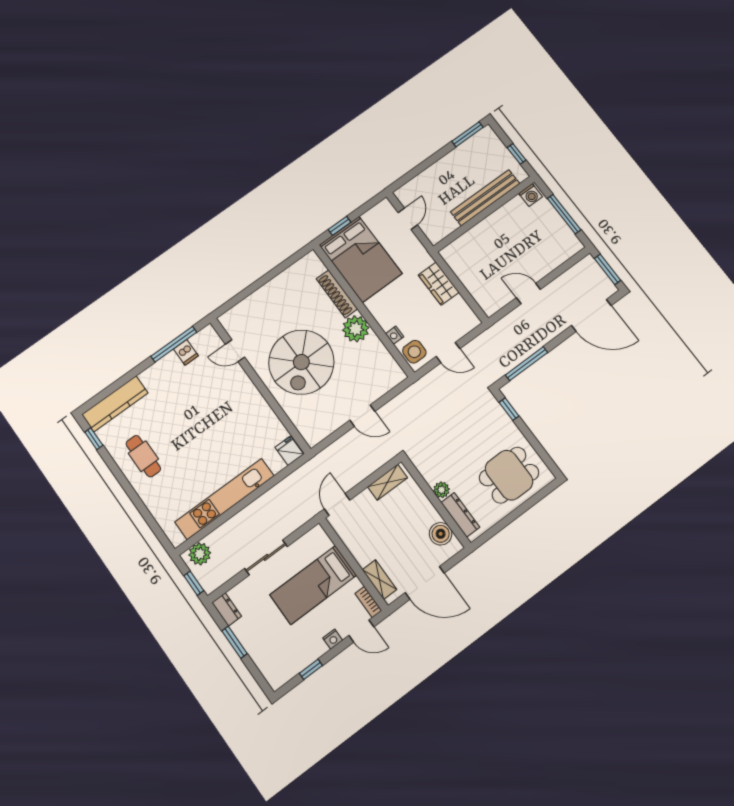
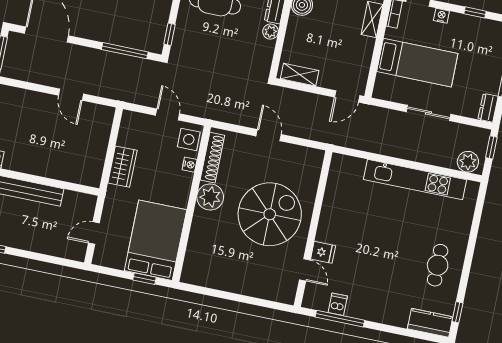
shoe rack: (337, 294) -> (212, 158), moved
kitchen counter: (115, 404) -> (430, 323), width x0.67
fridge: (289, 451) -> (323, 252), moved, turned -90

